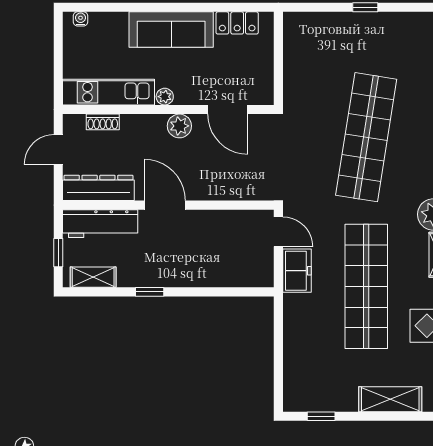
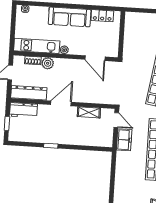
plant: (179, 126) -> (48, 63), moved
door: (165, 205) -> (61, 103), hinge flipped
workbench: (100, 224) -> (23, 110), width x0.73
shelving: (93, 277) -> (89, 112), moved

